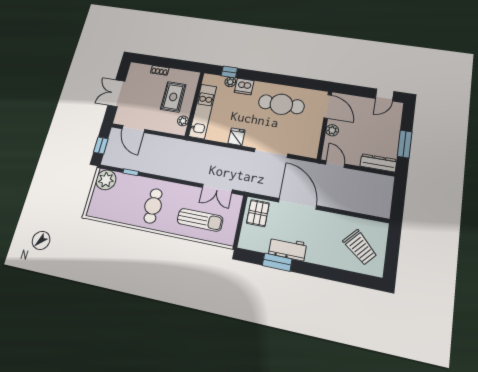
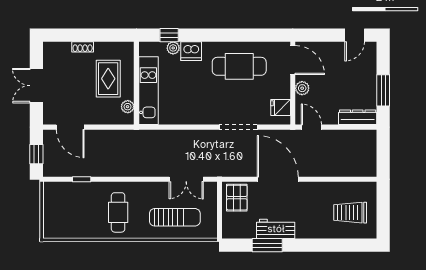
fridge: (237, 137) -> (281, 107), moved, turned -90
plant: (106, 180) -> (55, 194), removed
trolley: (360, 247) -> (350, 213), turned 138

